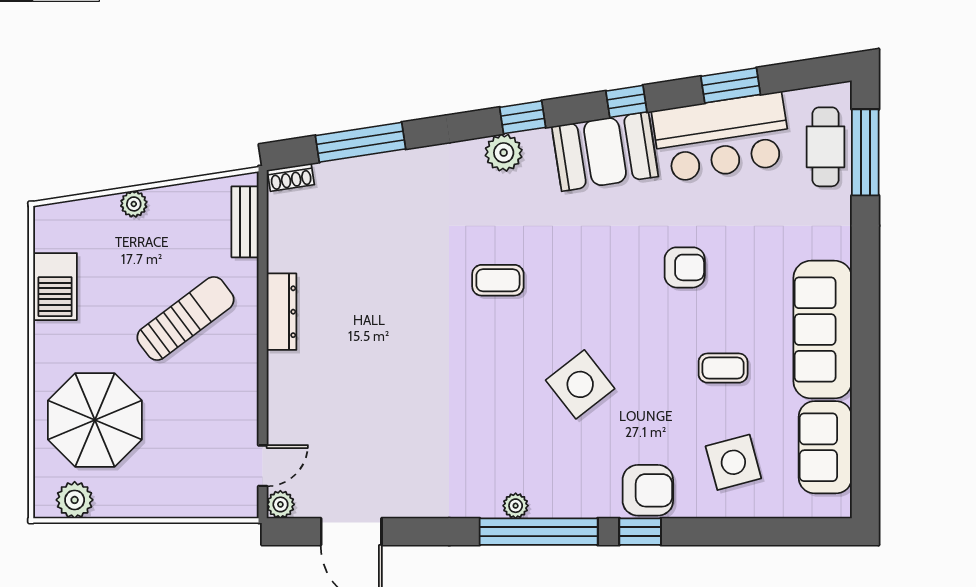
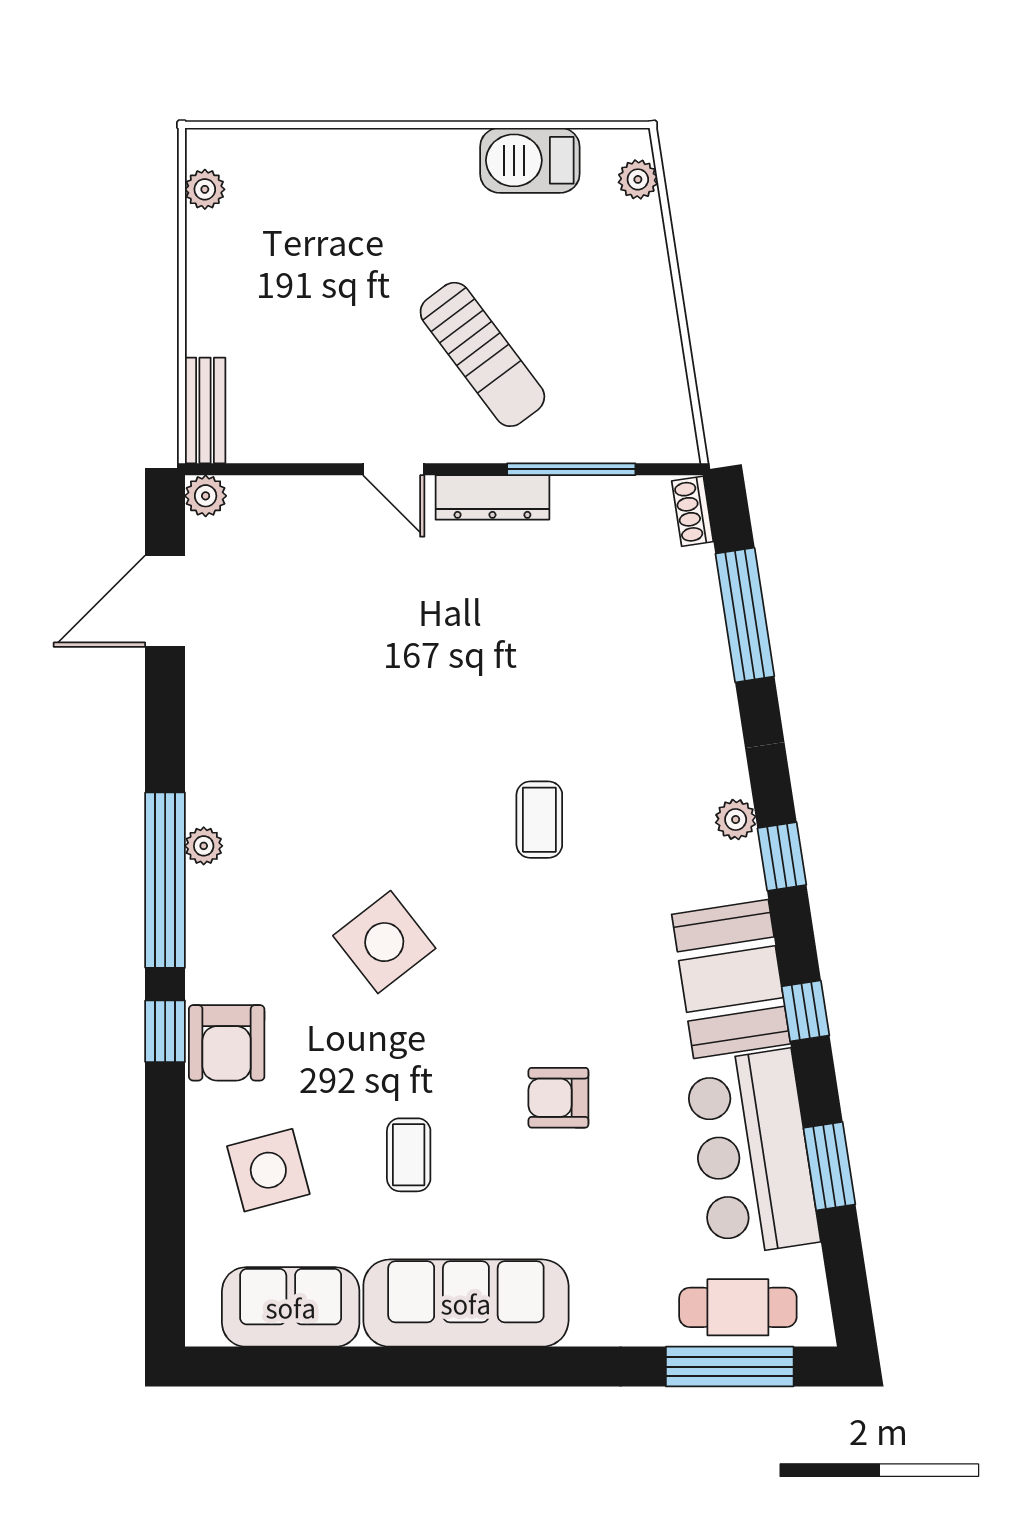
plant: (504, 153) -> (736, 820), width x0.73, depth x0.73
plant: (134, 204) -> (638, 179), moved
bench: (245, 222) -> (205, 410), moved, turned 90
window: (263, 259) -> (571, 469), added
armchair: (685, 267) -> (558, 1098), turned 90
parasol: (95, 420) -> (331, 219), removed
door: (263, 466) -> (394, 469), moved
plant: (75, 500) -> (205, 189), width x0.73, depth x0.73

